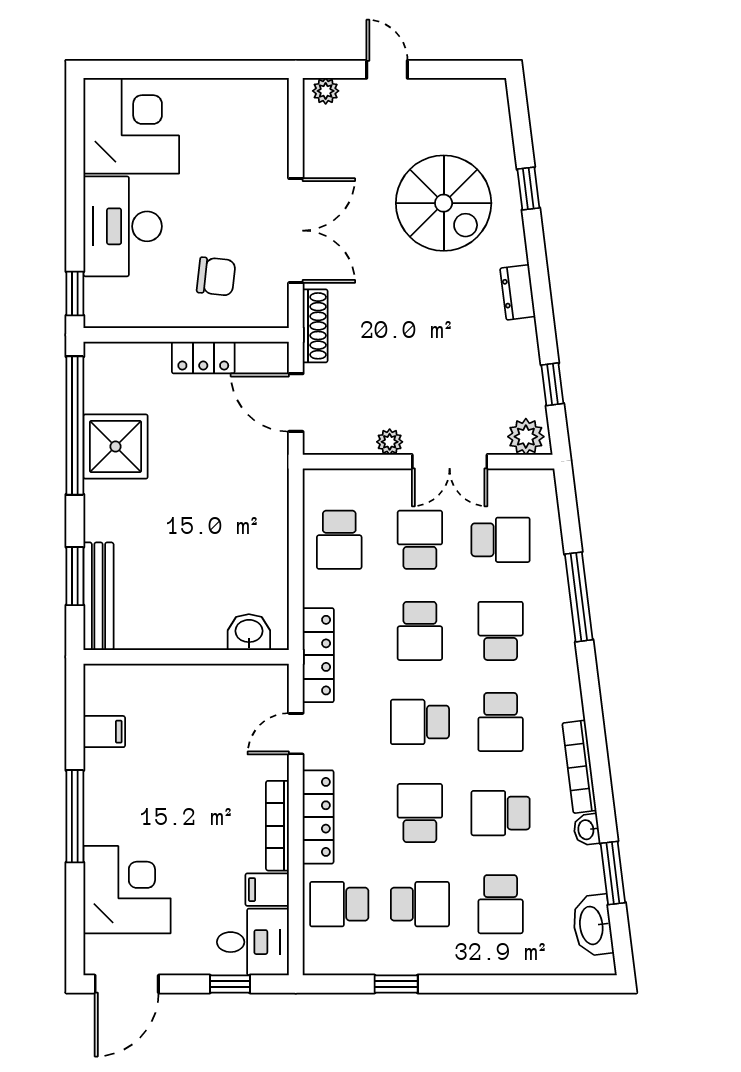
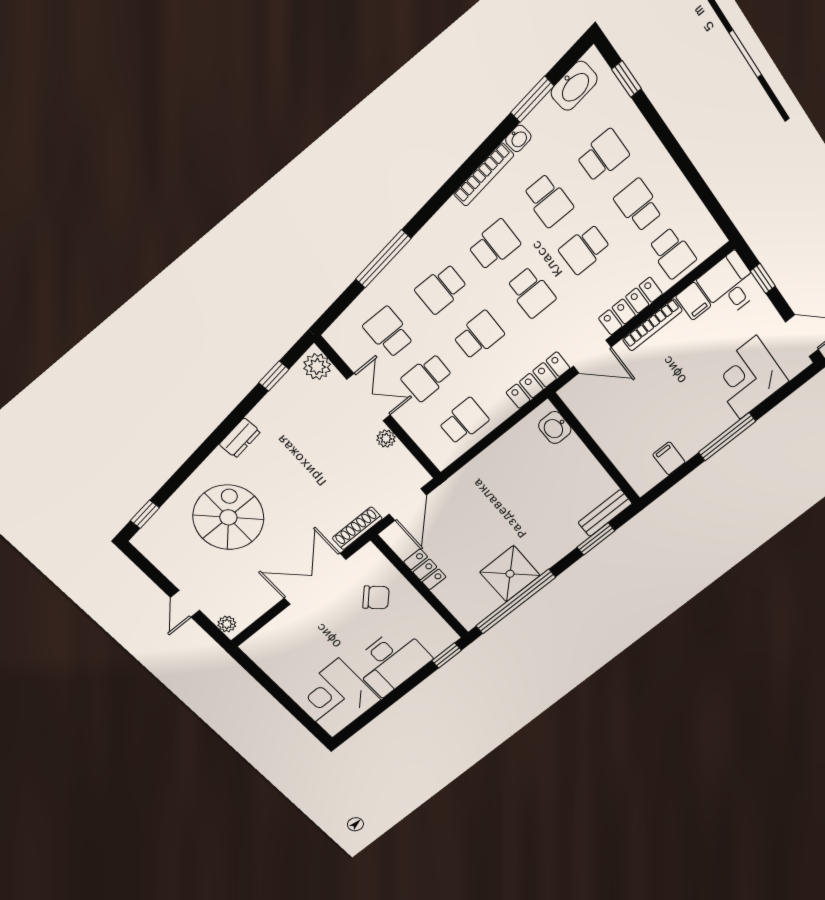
window: (528, 189) -> (145, 514), moved
chair: (216, 276) -> (376, 597), turned 128
bench: (98, 596) -> (605, 513), width x0.73
door: (296, 734) -> (592, 357), width x1.38
window: (396, 984) -> (626, 79), moved

